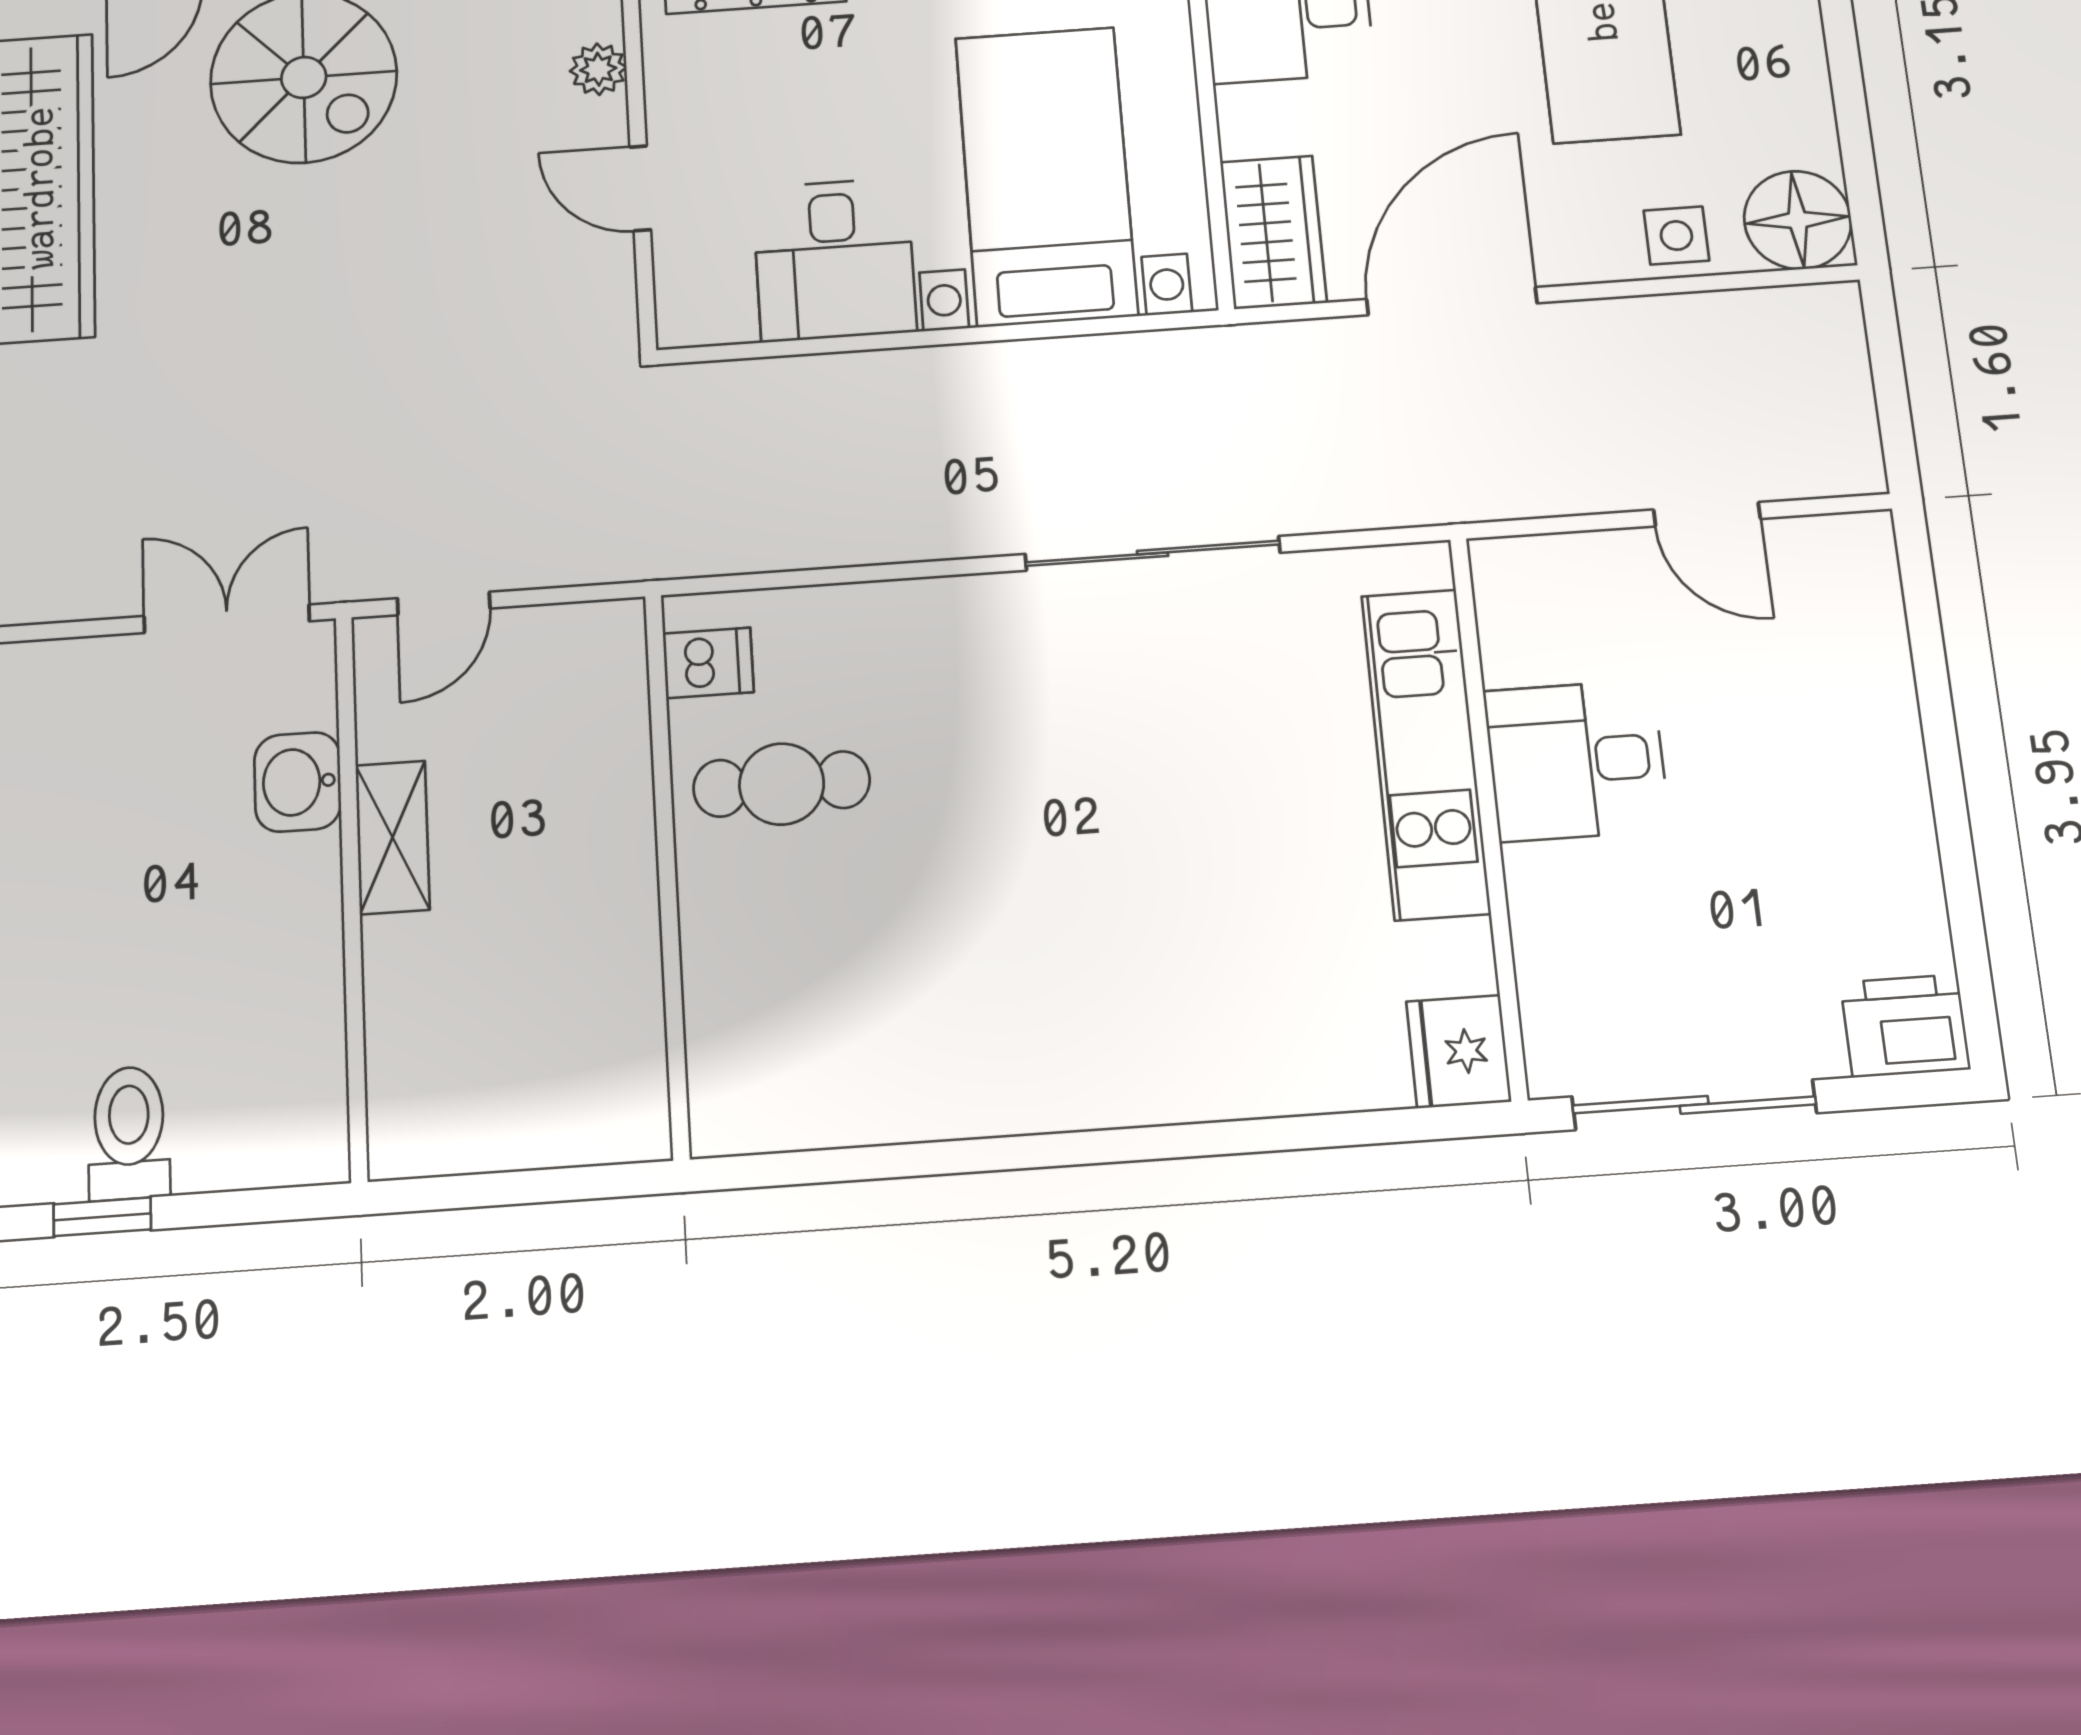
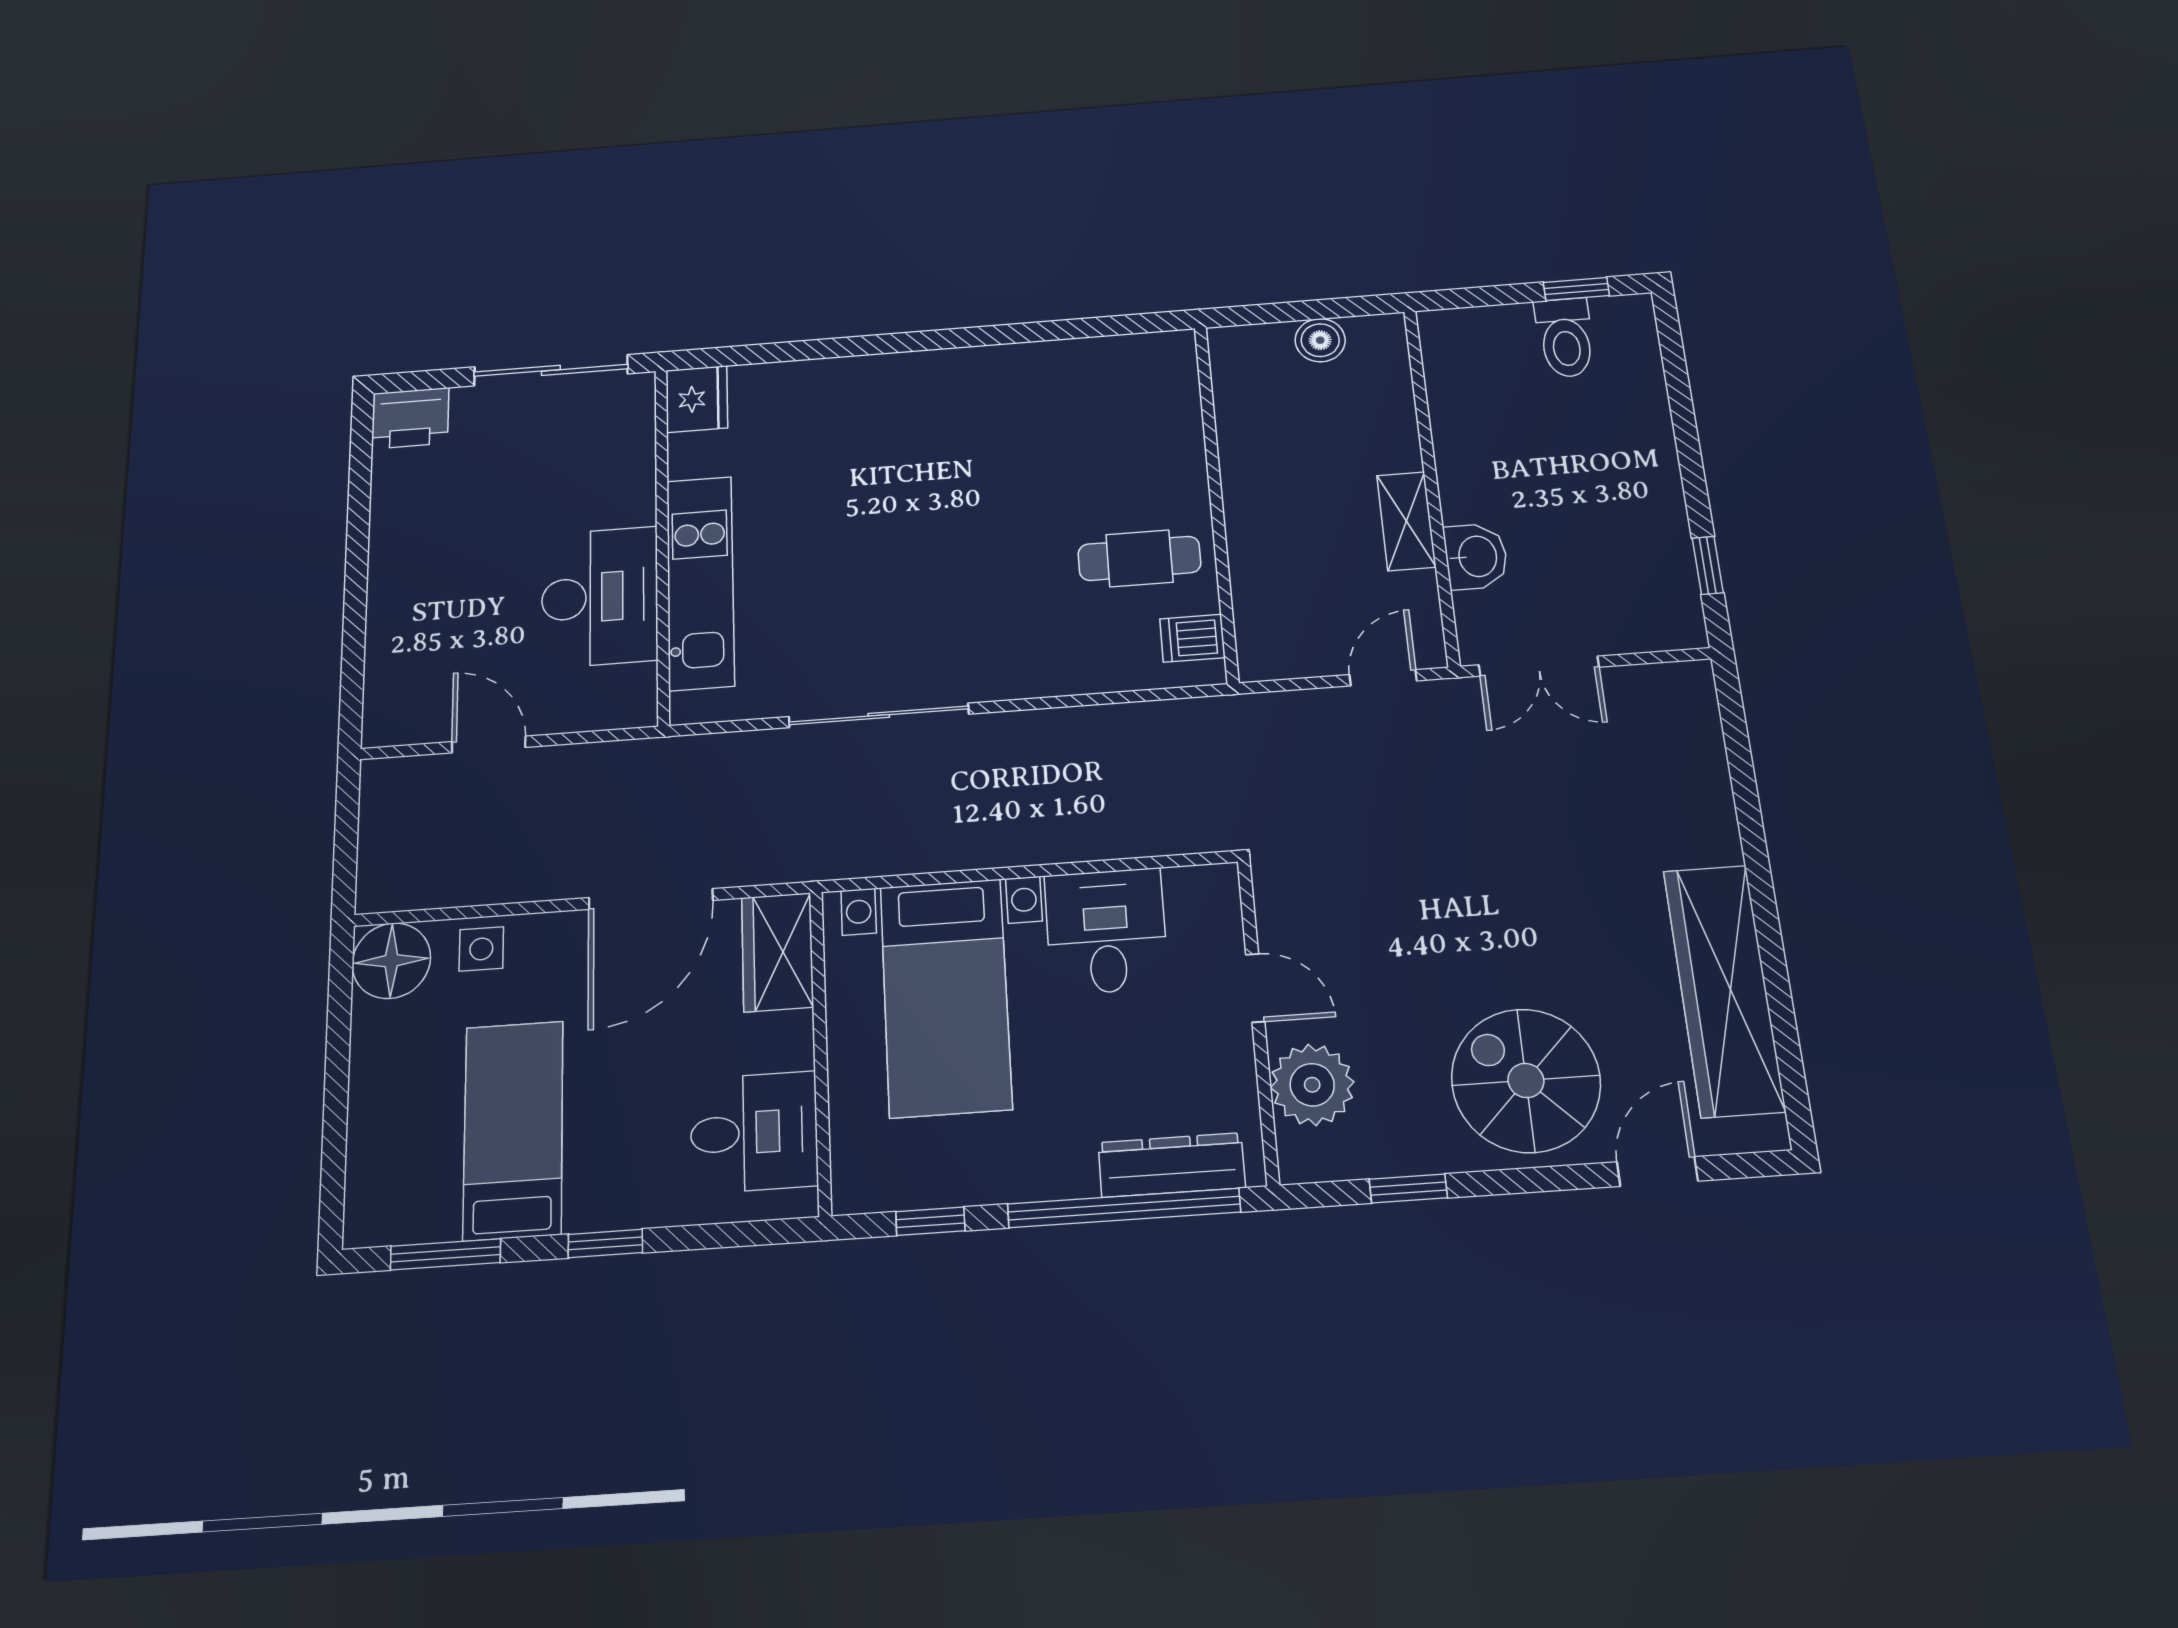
plant: (598, 69) -> (1312, 1085), width x1.88, depth x1.88
desk: (1576, 761) -> (600, 597), width x1.37
boiler: (499, 1136) -> (1320, 340), added

